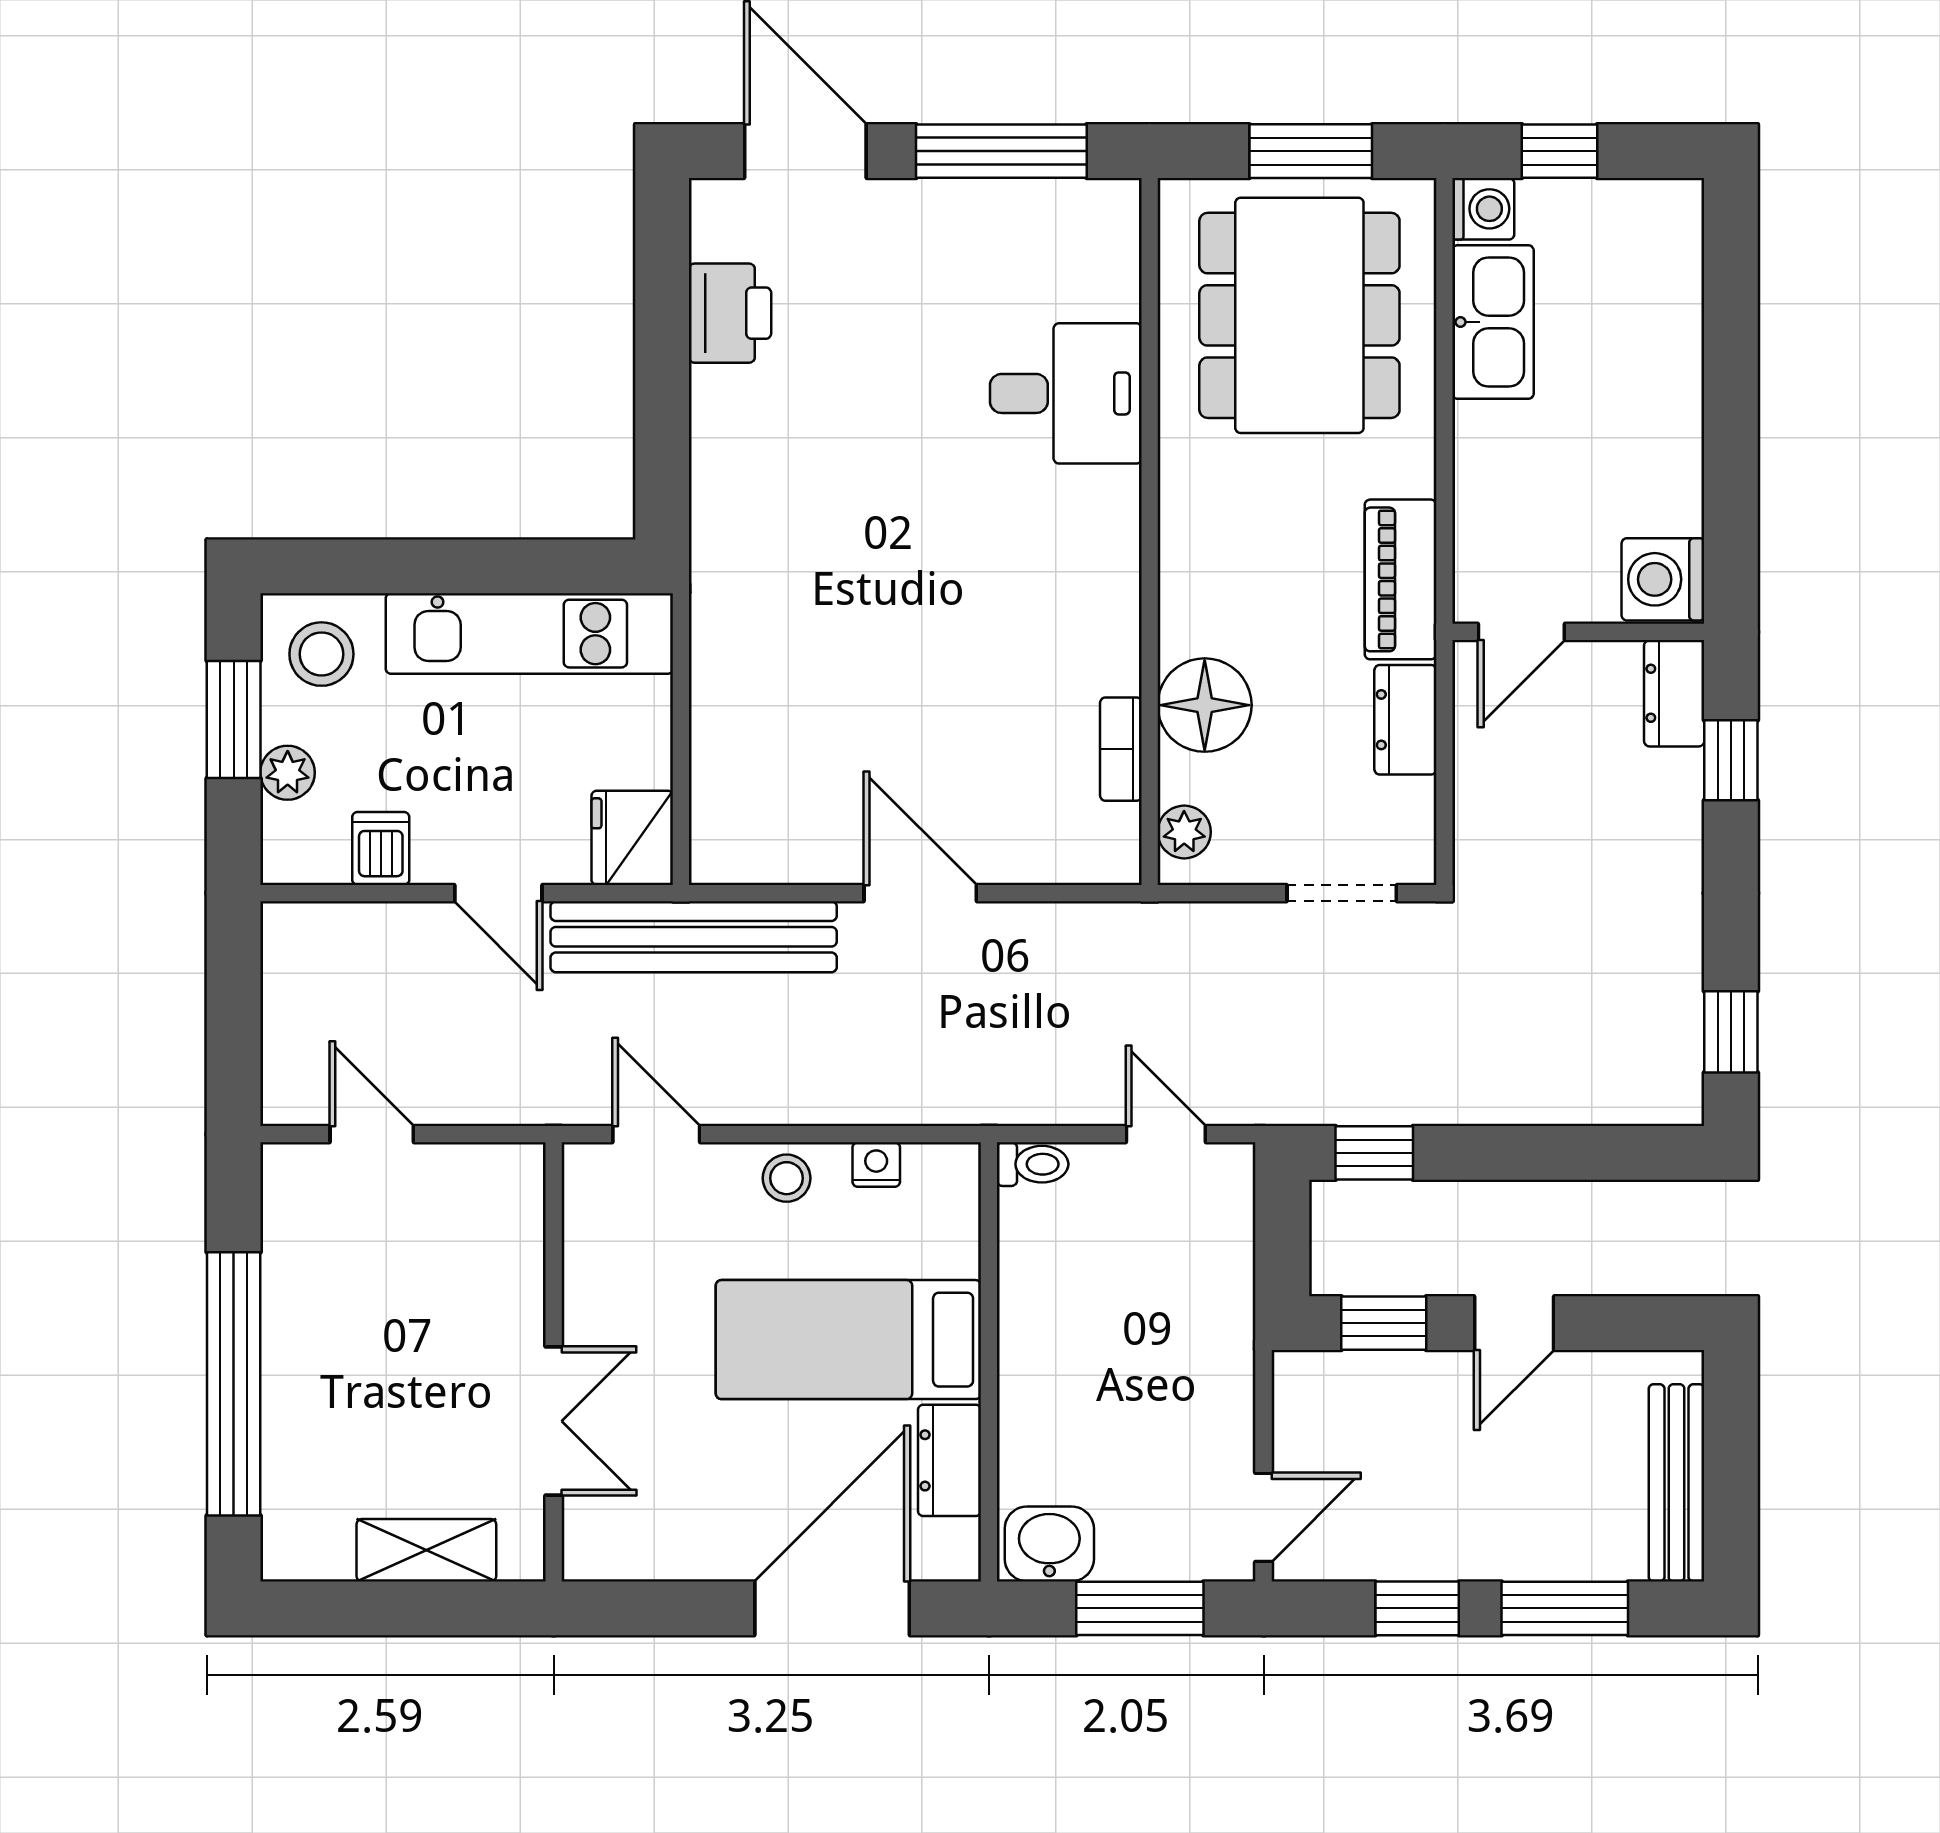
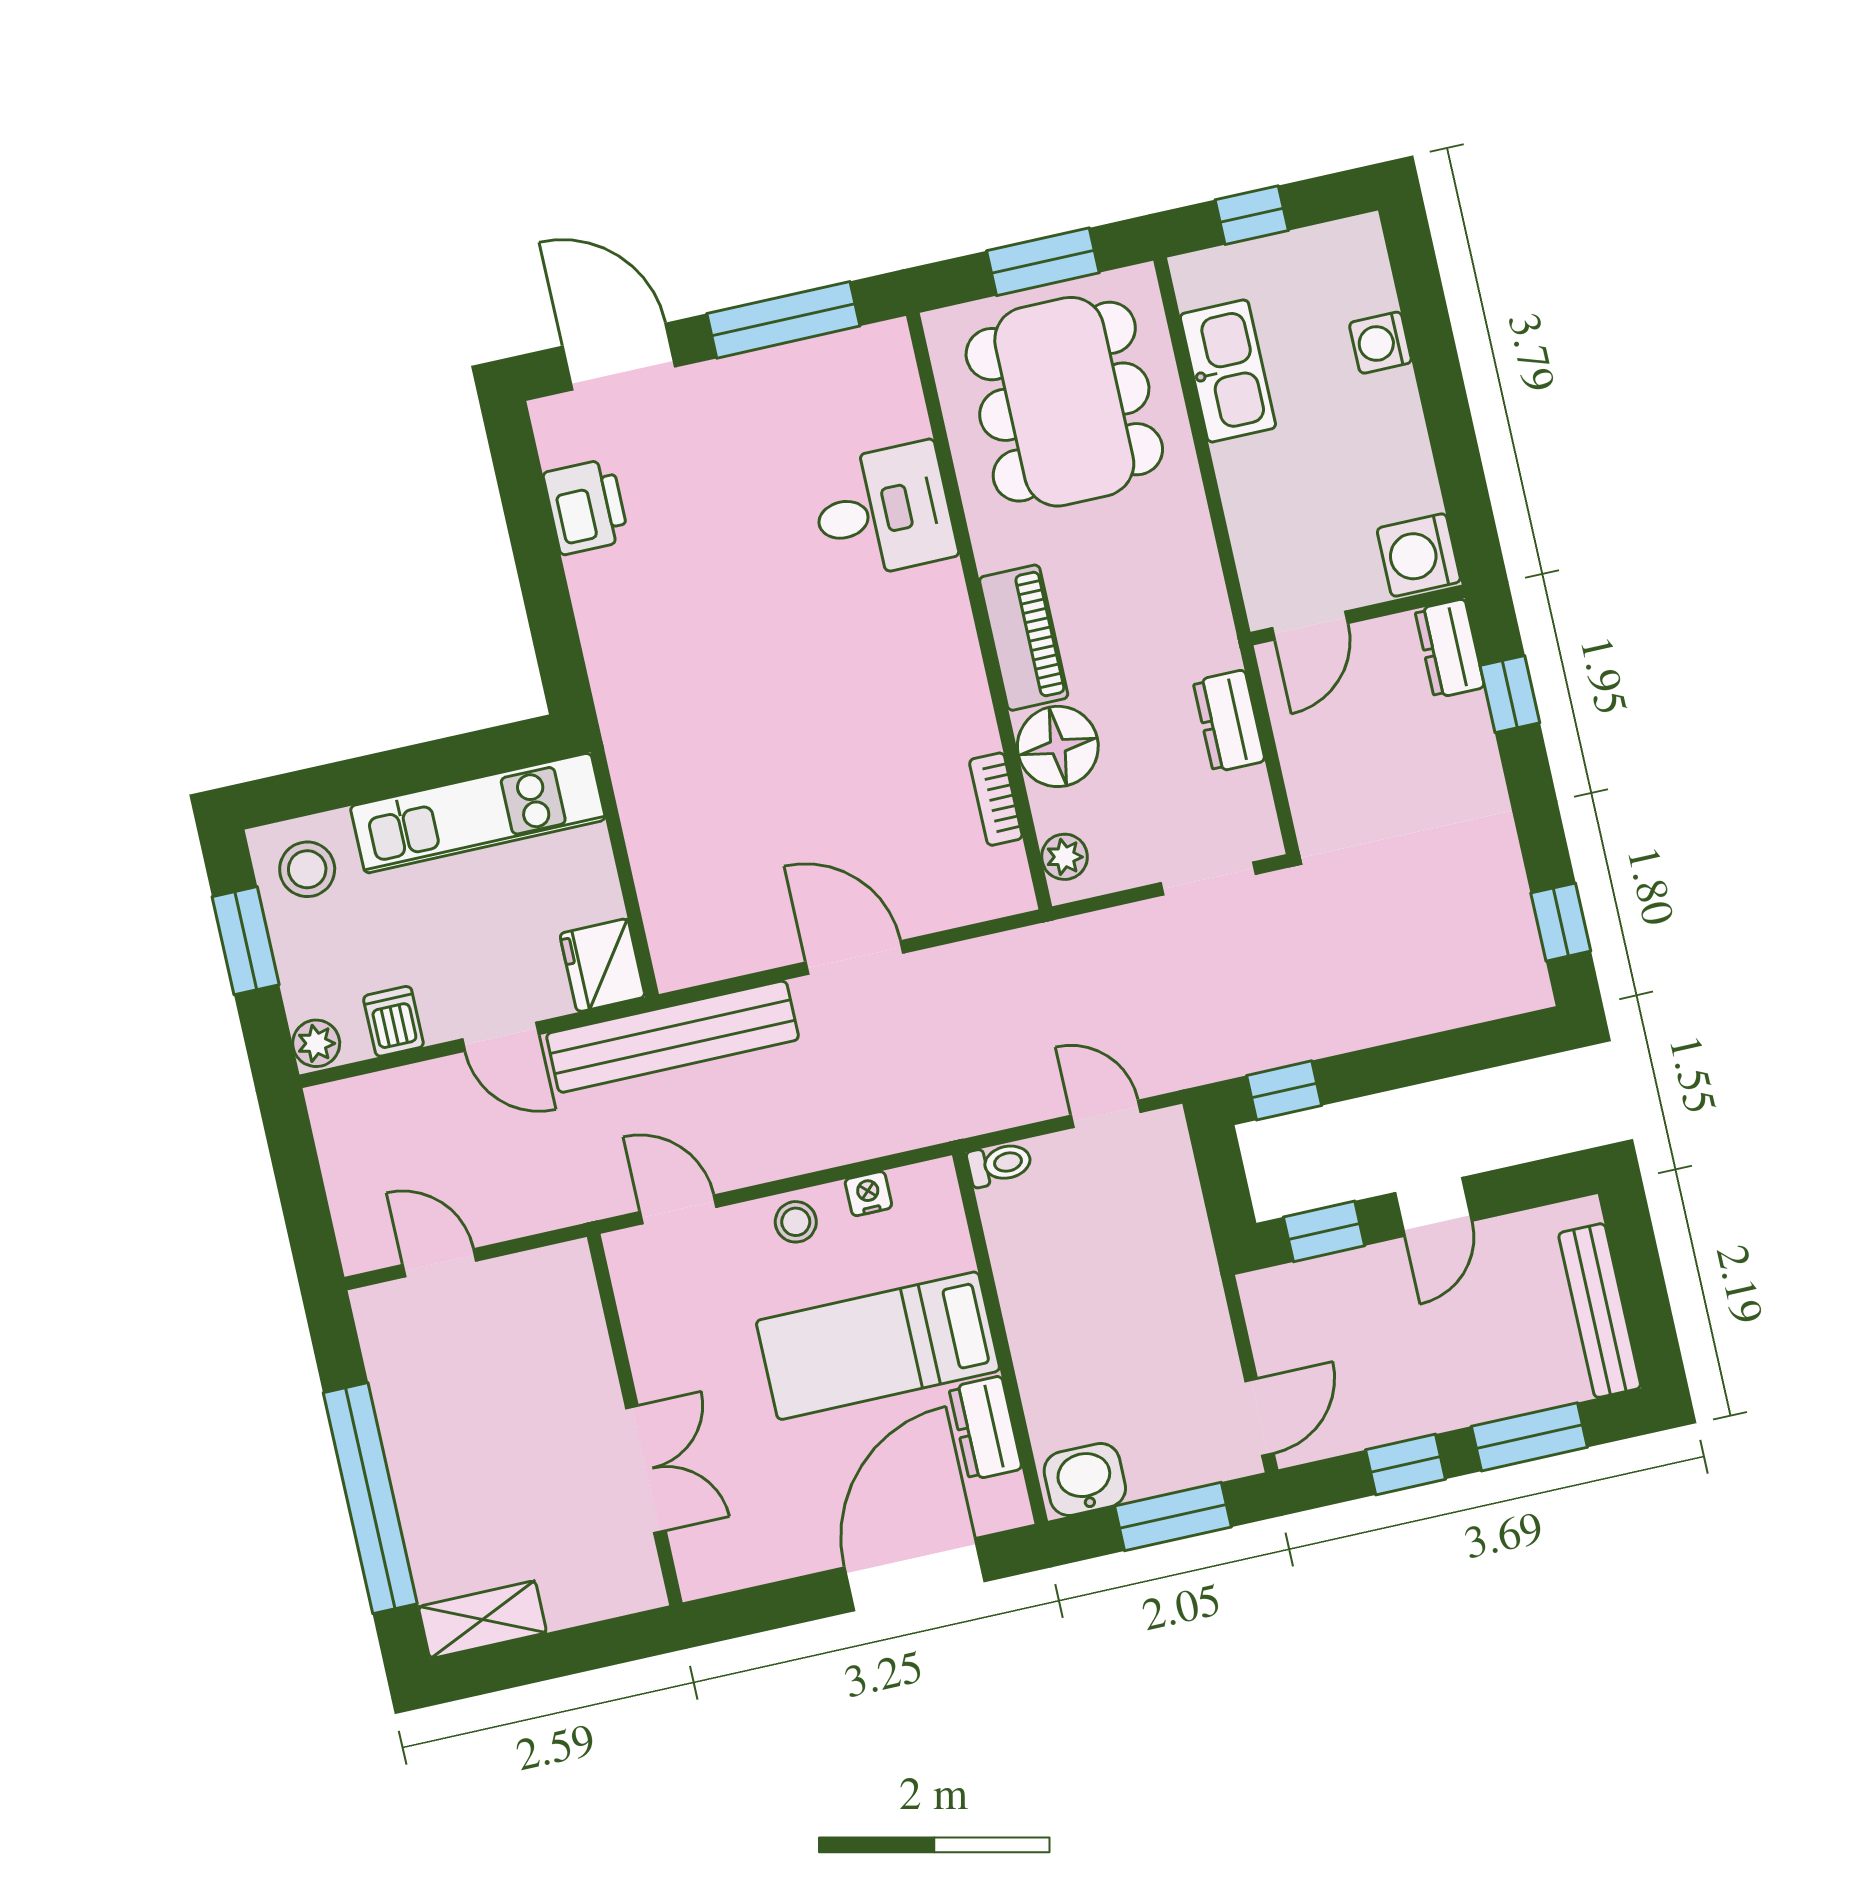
washing machine: (1483, 209) -> (1380, 343), moved, turned 180
piano: (1401, 579) -> (1024, 638), moved, turned 180
plant: (288, 773) -> (316, 1043), moved
shelving: (426, 1550) -> (482, 1620), moved

